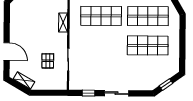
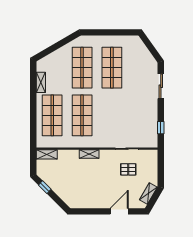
window: (166, 85) -> (152, 49), removed
sliding door: (116, 93) -> (161, 86), moved

